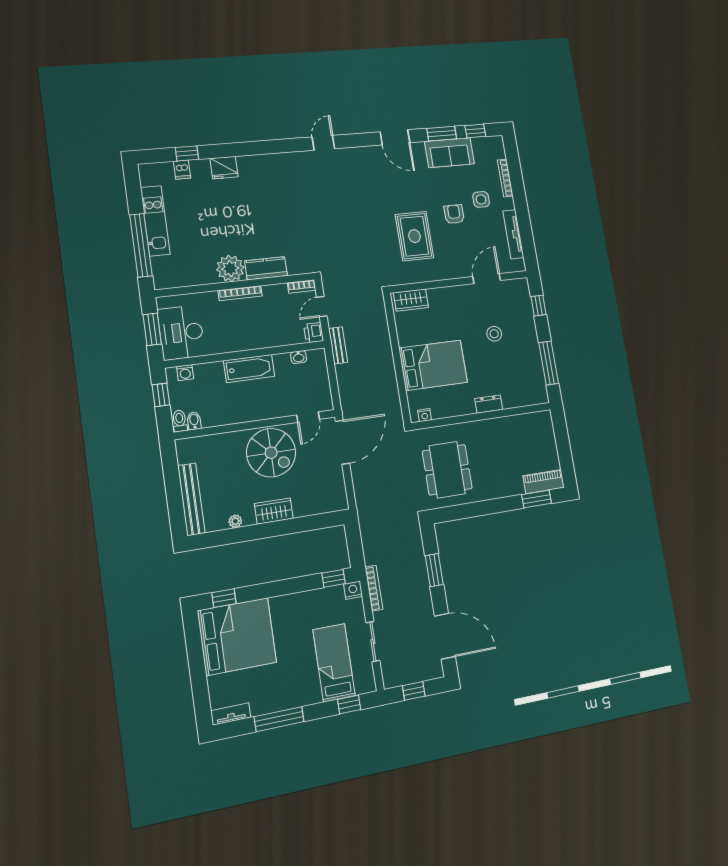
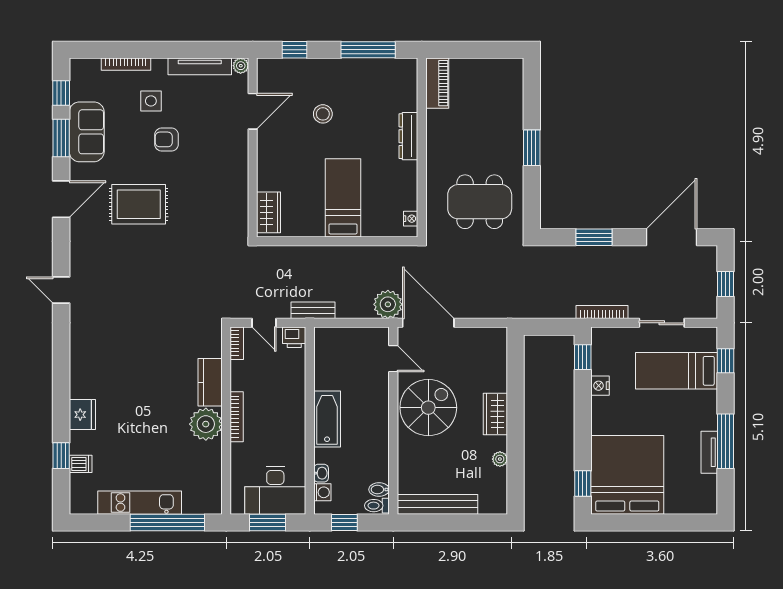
rug: (414, 236) -> (139, 204), moved
plant: (519, 266) -> (241, 66), added
door: (487, 279) -> (253, 111), swing flipped
washbasin: (299, 357) -> (321, 473), moved
bed: (433, 365) -> (343, 198), width x0.67
dresser: (489, 404) -> (408, 136), width x1.44
plant: (352, 406) -> (388, 304), added
piano: (544, 482) -> (437, 83), moved, turned 180
bench: (191, 499) -> (437, 504), moved
window: (537, 499) -> (532, 148), moved
nightstand: (353, 590) -> (600, 386), moved
tv unit: (231, 714) -> (709, 452), moved

